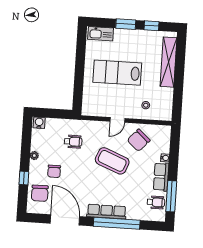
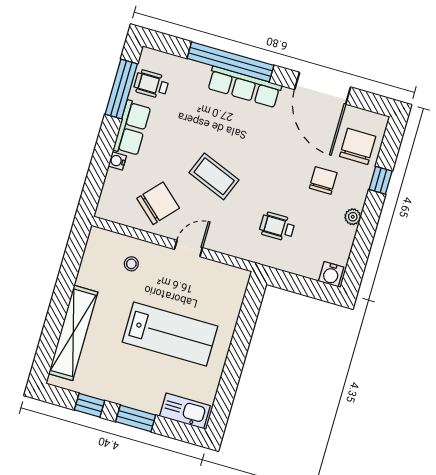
coffee table: (112, 161) -> (214, 176), width x0.73, depth x0.76

